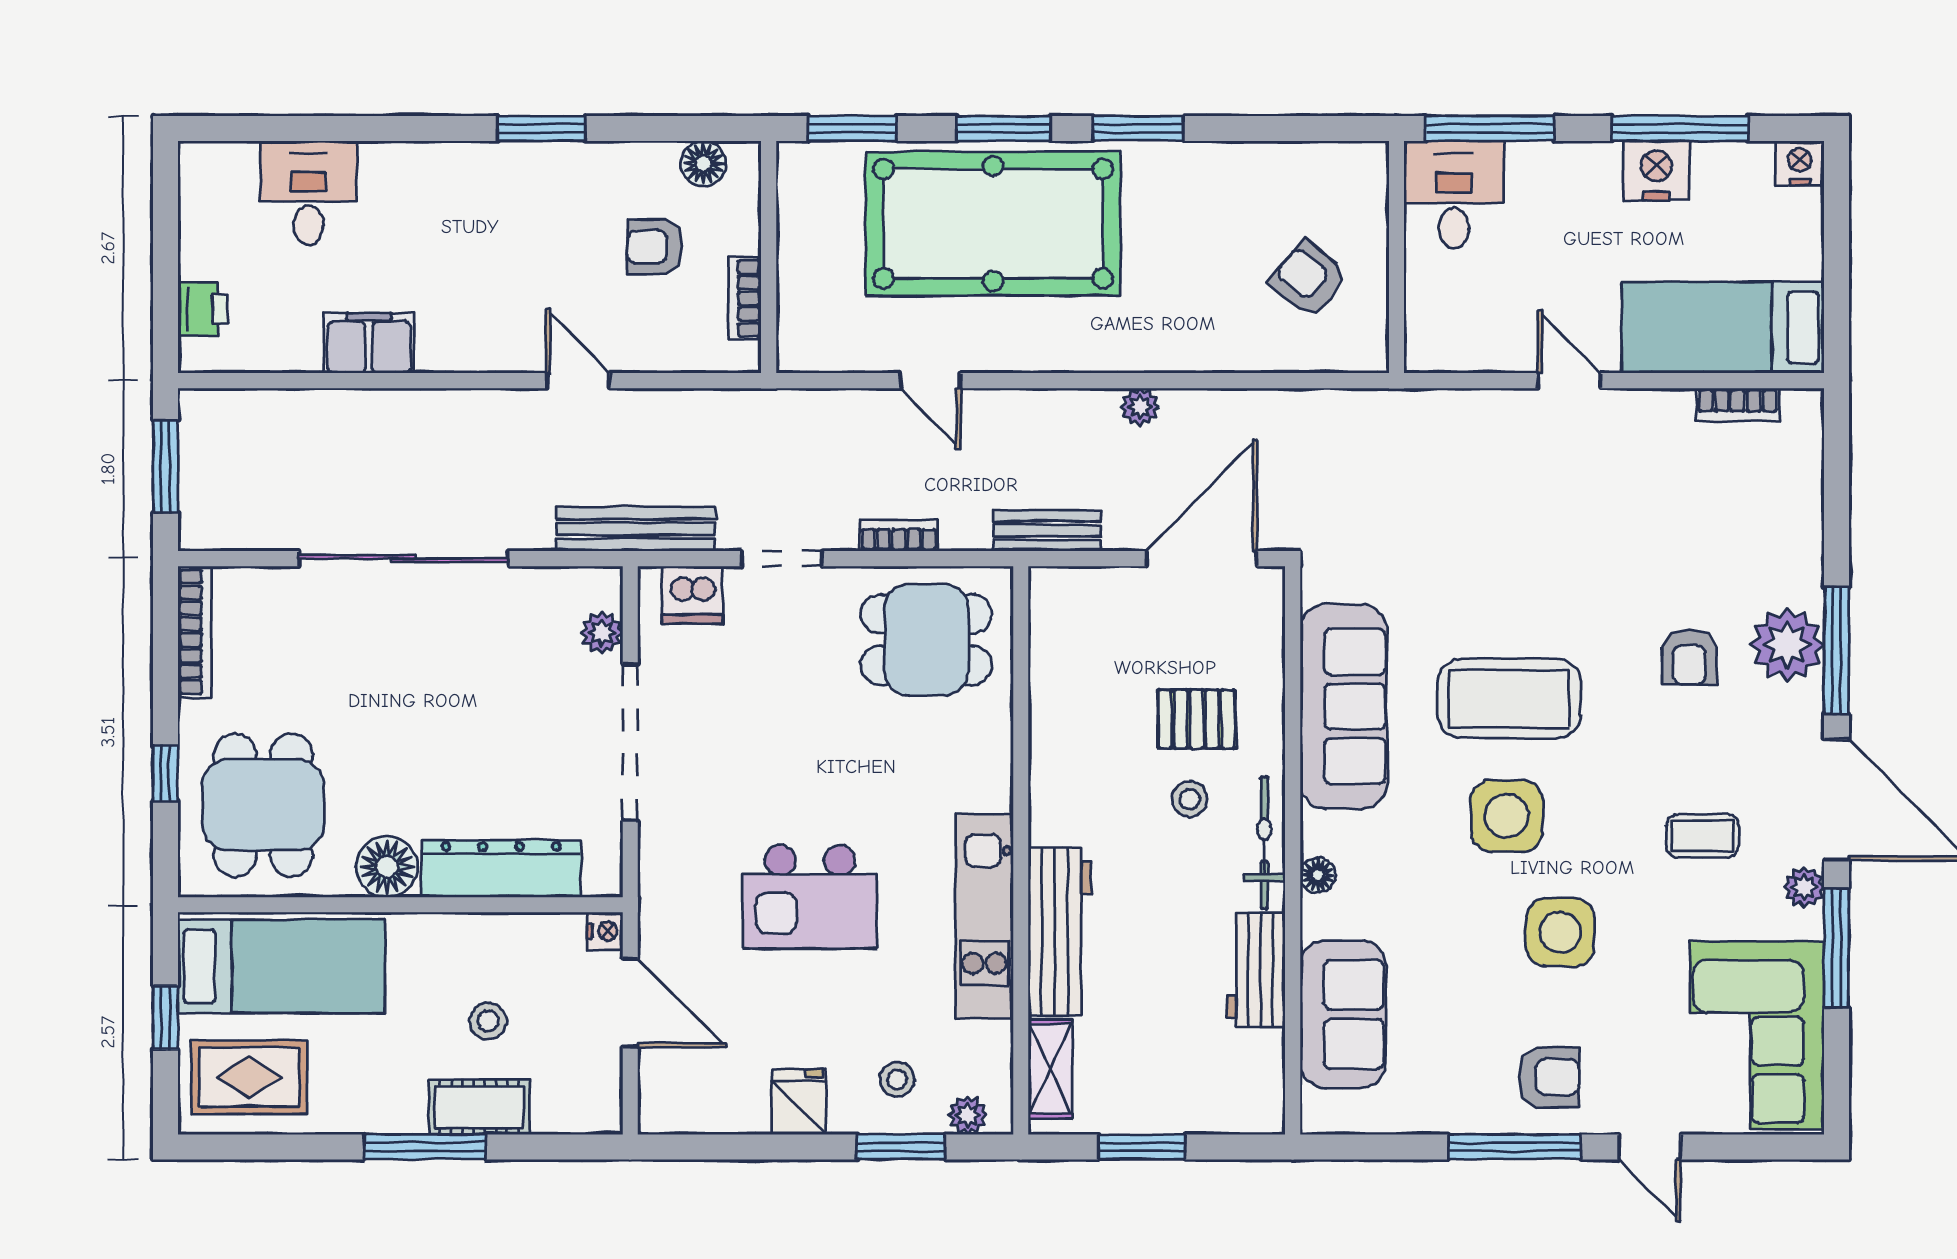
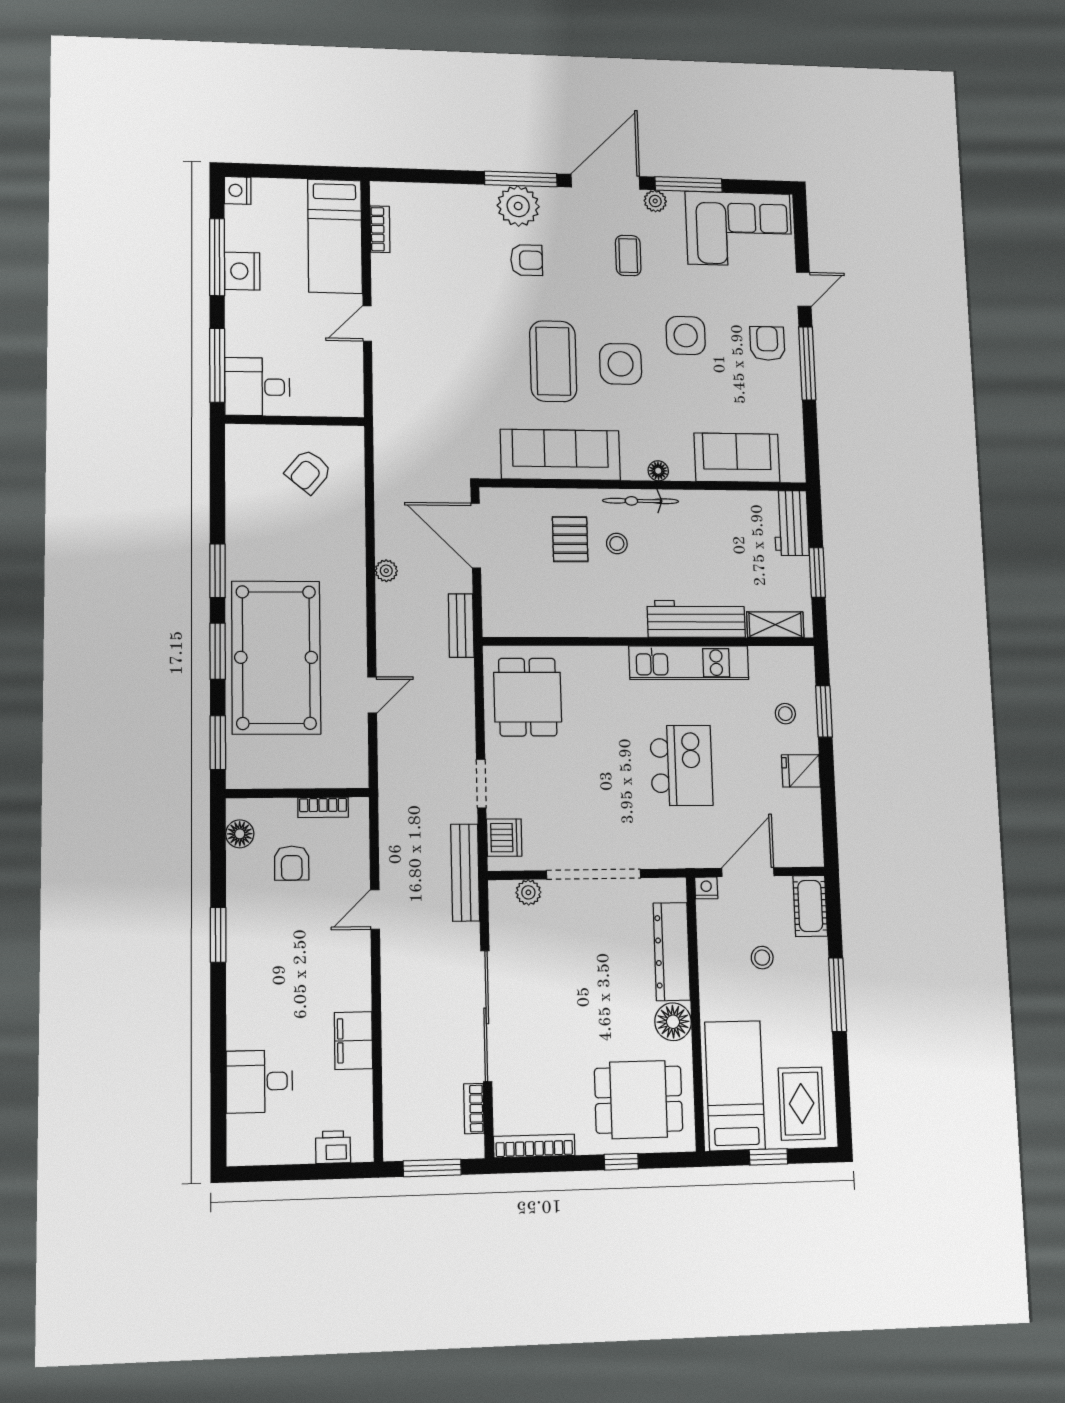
bookcase: (899, 535) -> (474, 1109), moved
workbench: (1256, 970) -> (791, 523), moved, turned 90
cot: (479, 1107) -> (810, 906), moved
plant: (968, 1115) -> (804, 672), removed

